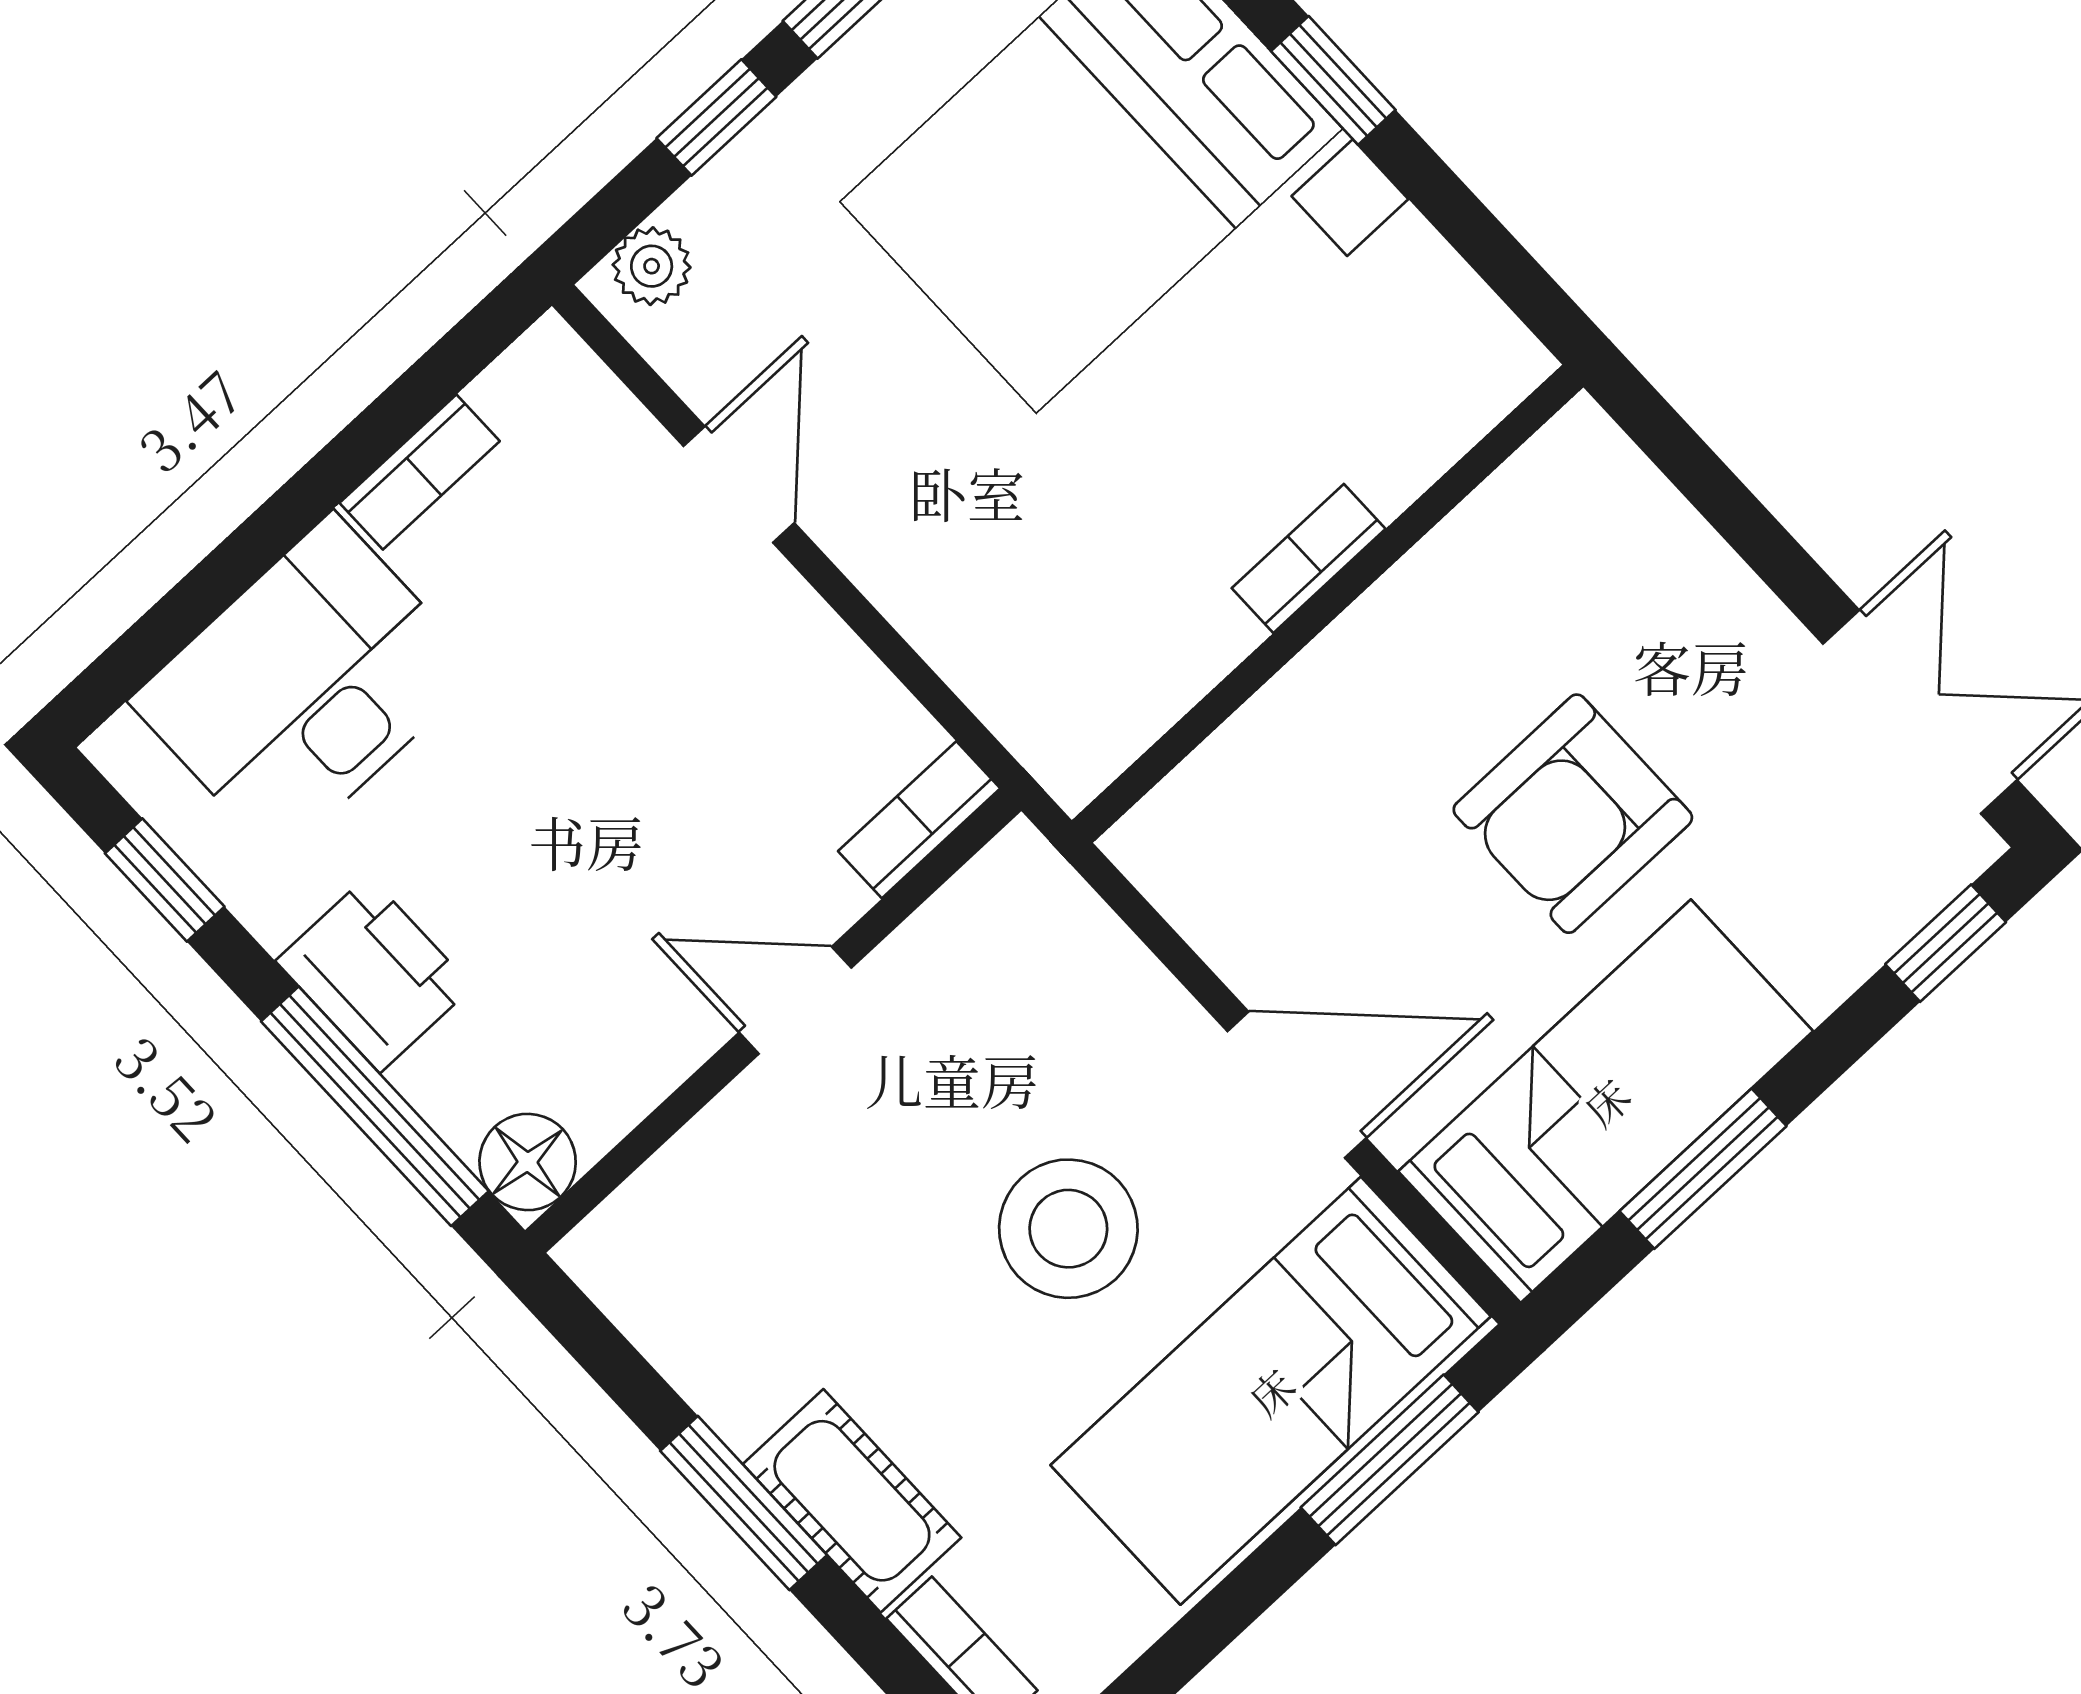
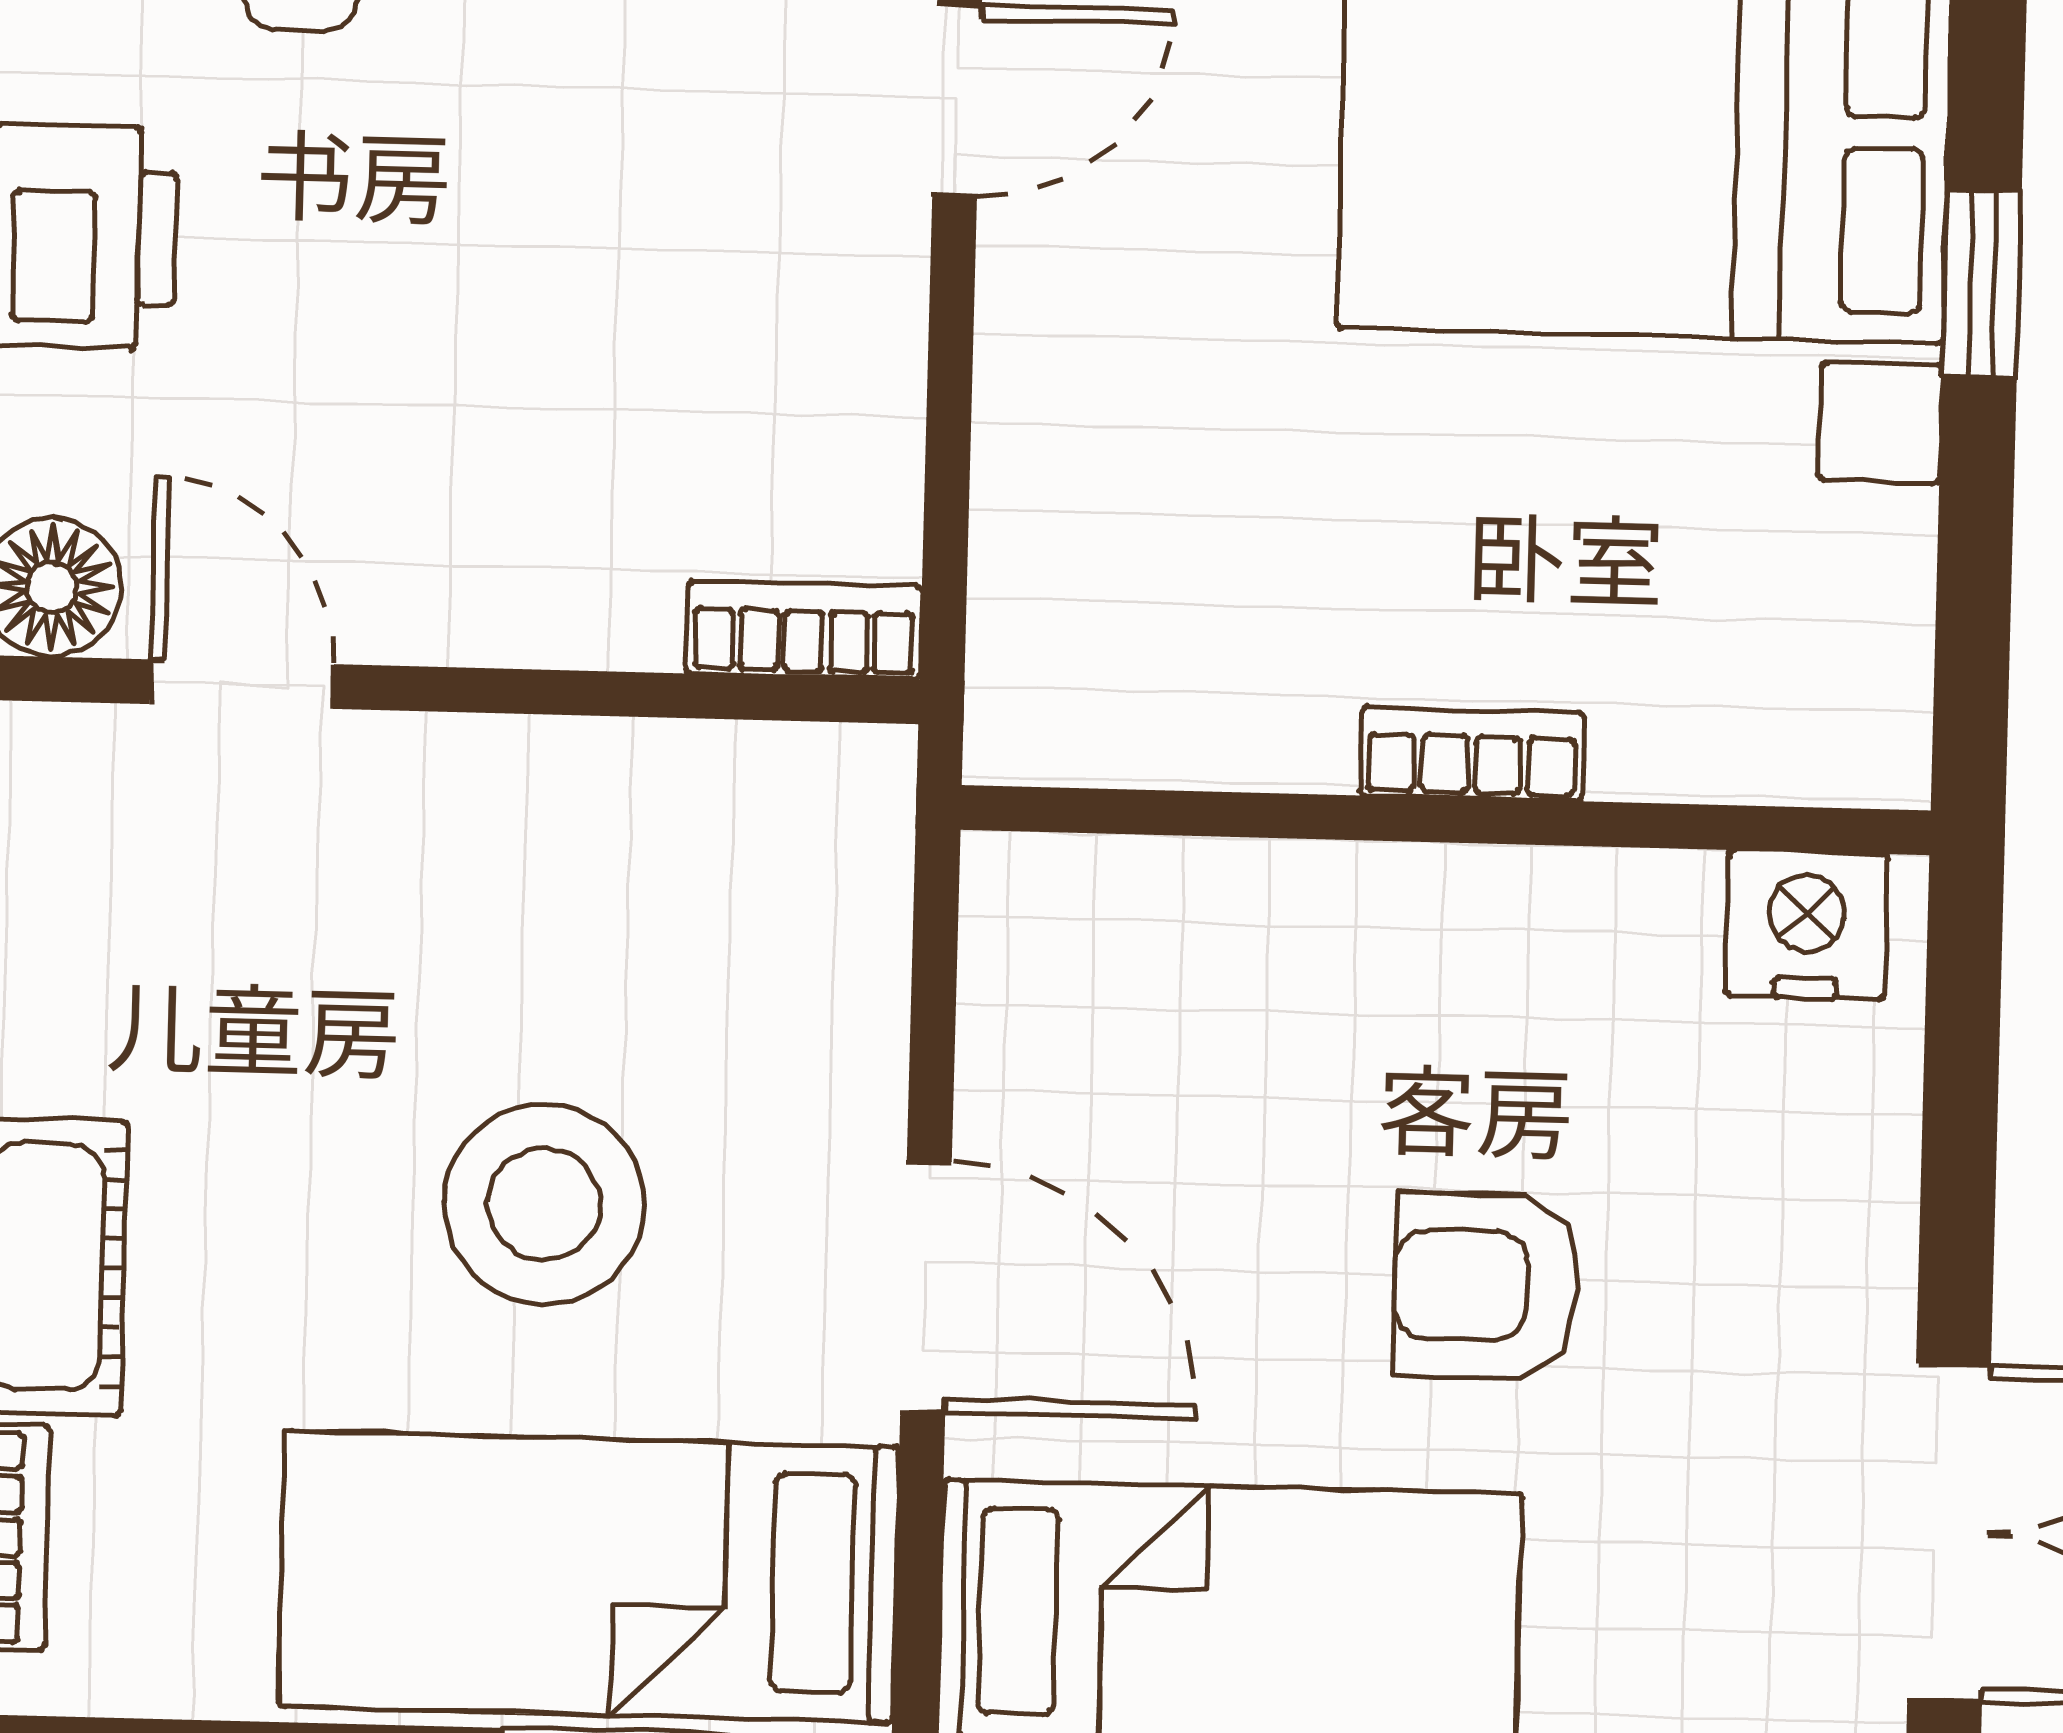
nightstand: (1556, 481) -> (1807, 925), added
armchair: (1573, 814) -> (1487, 1286), width x0.72, depth x0.72
door: (795, 1000) -> (242, 684), moved

